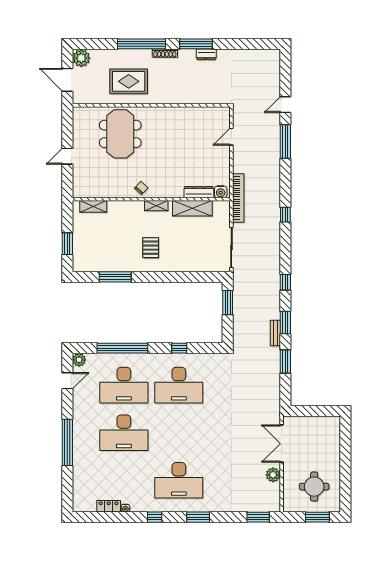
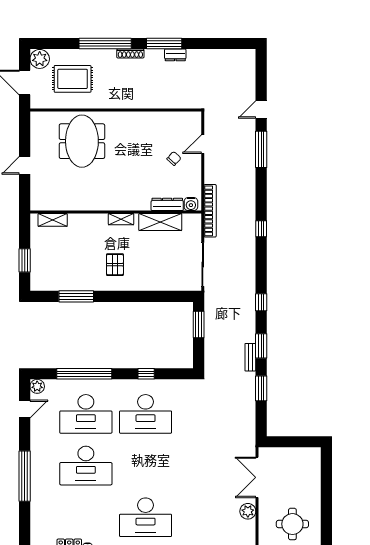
rug: (129, 81) -> (73, 79), moved
chair: (141, 188) -> (174, 159), moved

